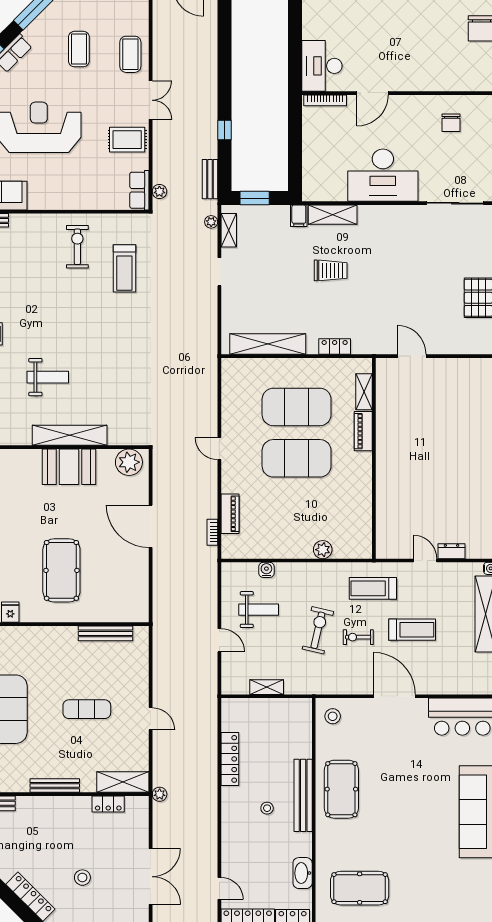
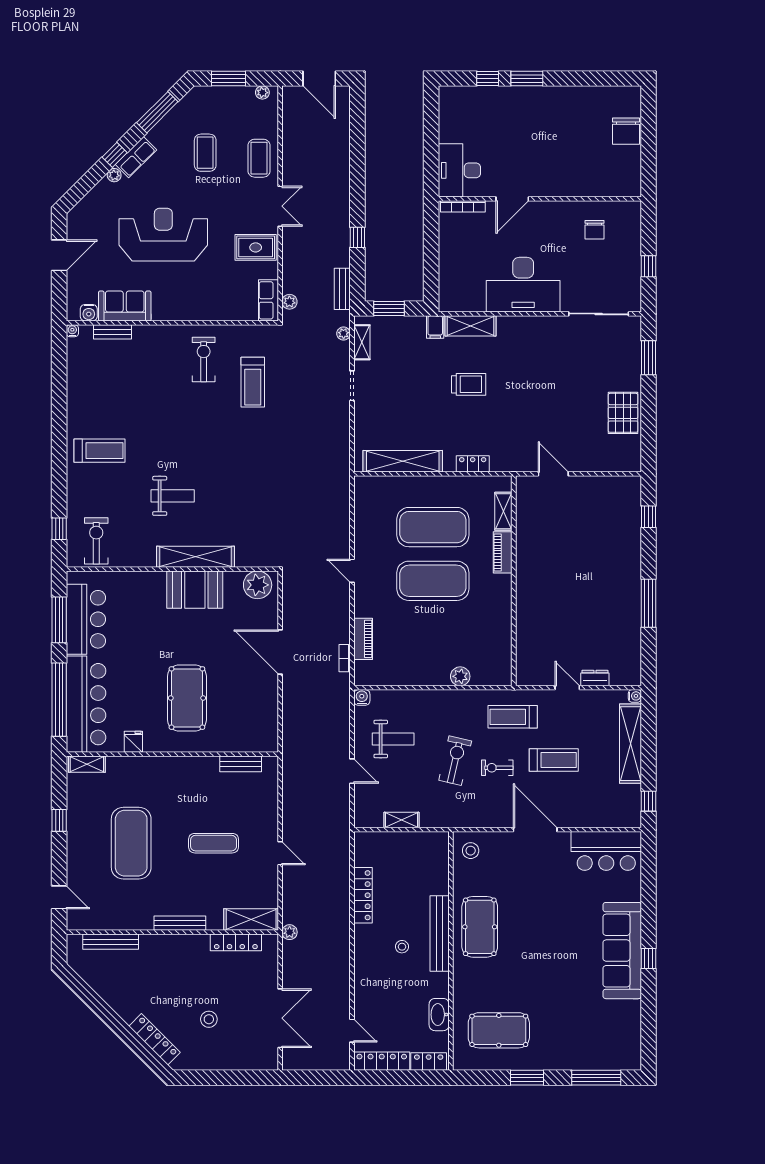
water cooler: (266, 570) -> (362, 697), moved
bench: (106, 633) -> (241, 764), width x0.73
locker: (108, 804) -> (236, 942), width x1.53

